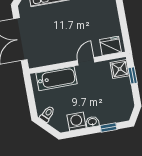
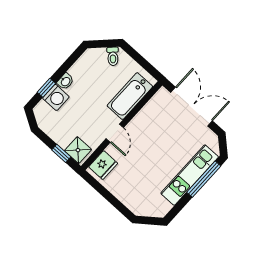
washing machine: (76, 121) -> (56, 97), moved

